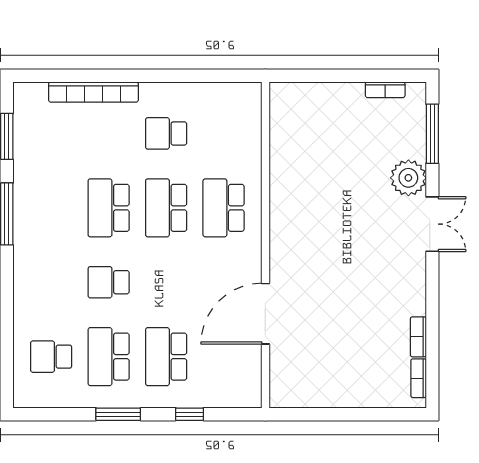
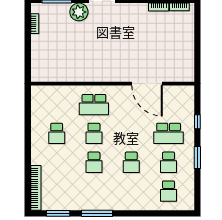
bookcase: (93, 92) -> (36, 188), moved
school desk: (109, 208) -> (94, 162), width x0.54
school desk: (166, 208) -> (94, 133), width x0.54
school desk: (109, 357) -> (169, 162), width x0.54

